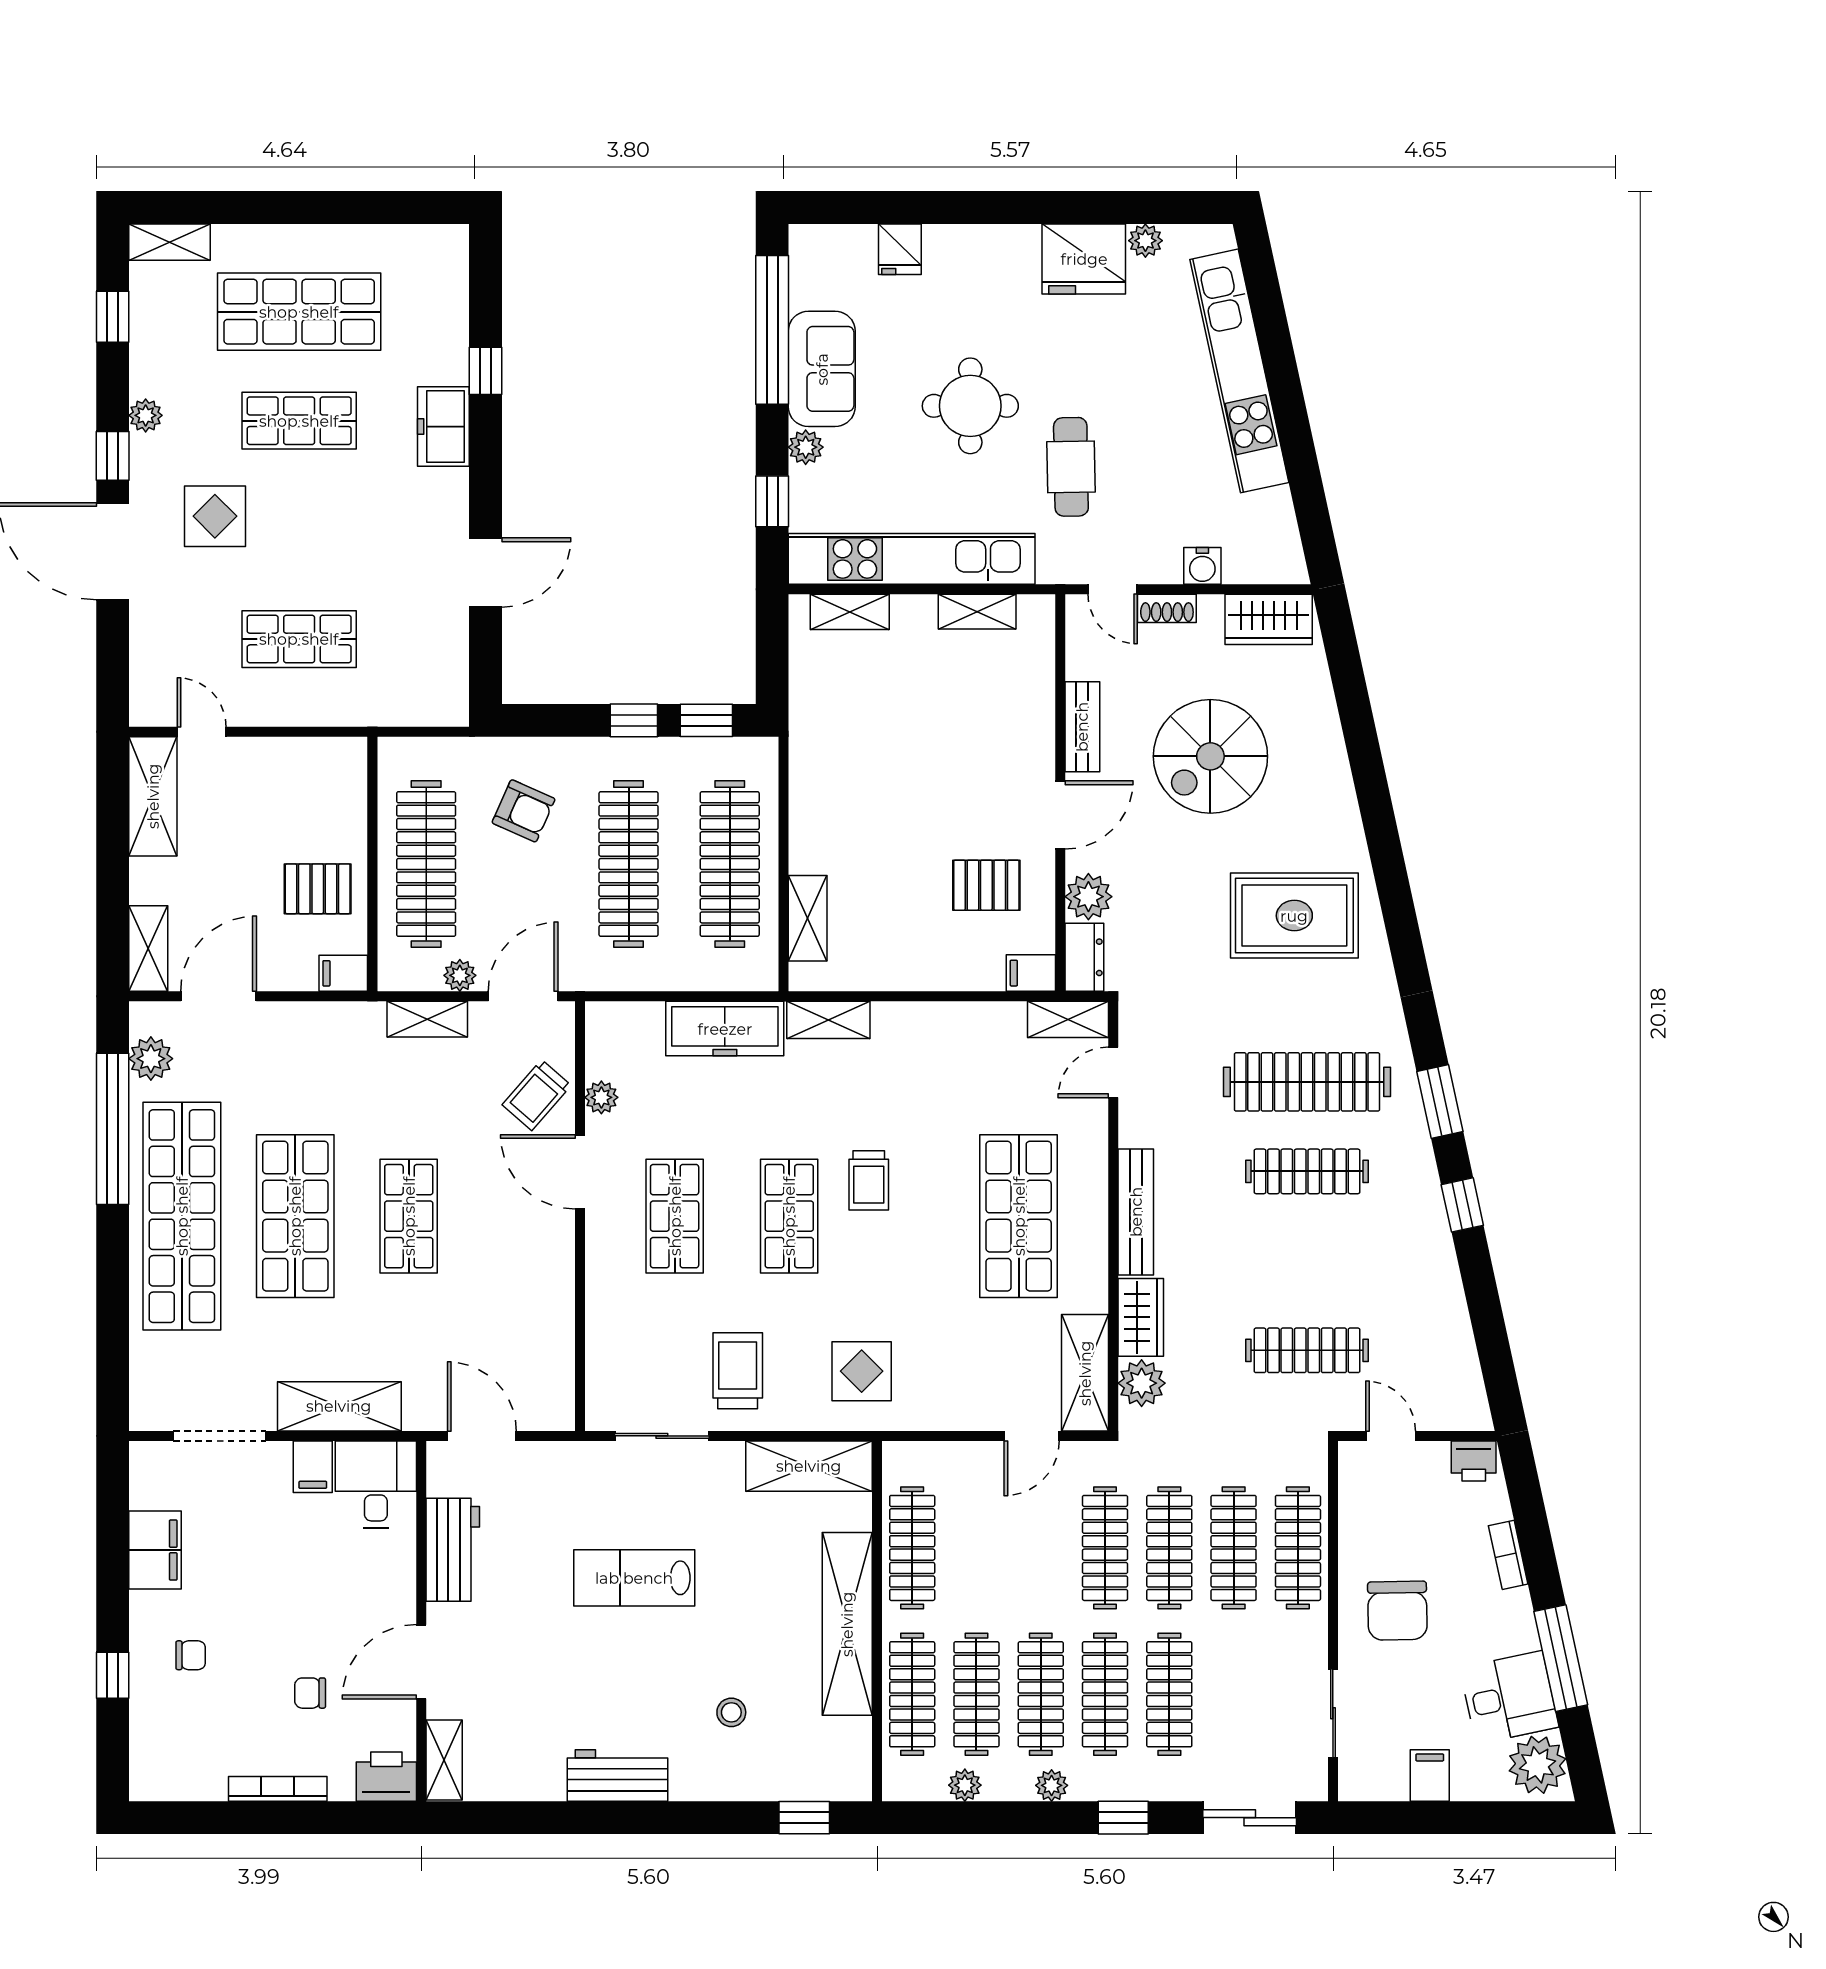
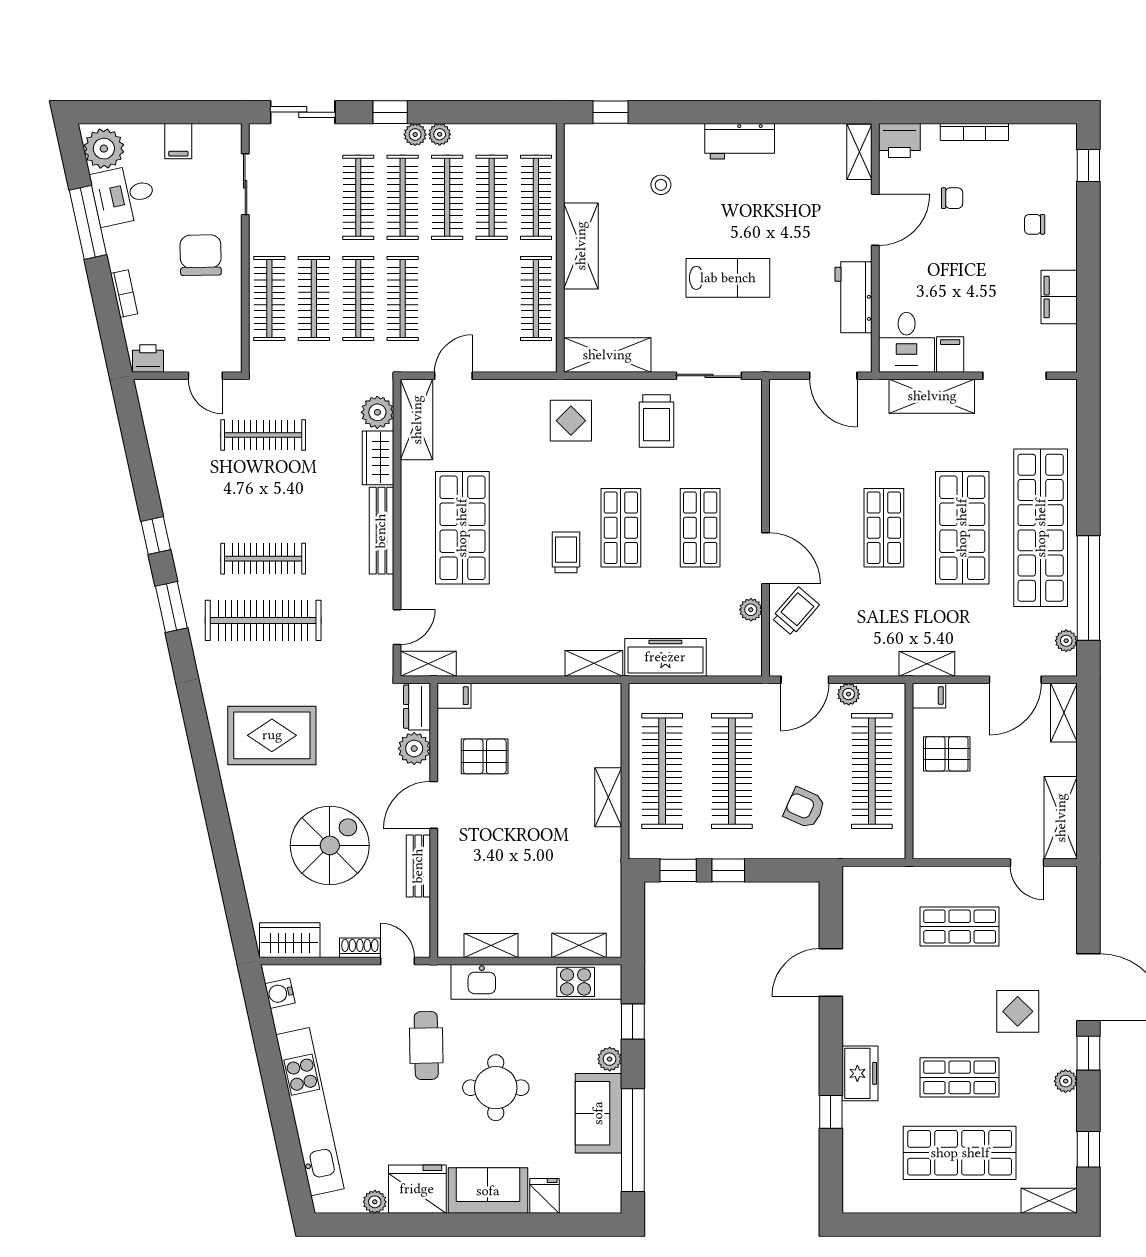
sofa: (982, 257) -> (488, 1191), added
water cooler: (1202, 566) -> (280, 993), moved, turned -102
shelving: (808, 918) -> (608, 797), moved
shelving: (427, 1019) -> (927, 664), moved
plant: (151, 1059) -> (1066, 641), width x0.73, depth x0.73
shelving: (847, 1624) -> (581, 246), width x0.68
window: (113, 1675) -> (1088, 165), moved
plant: (965, 1785) -> (415, 135), moved

